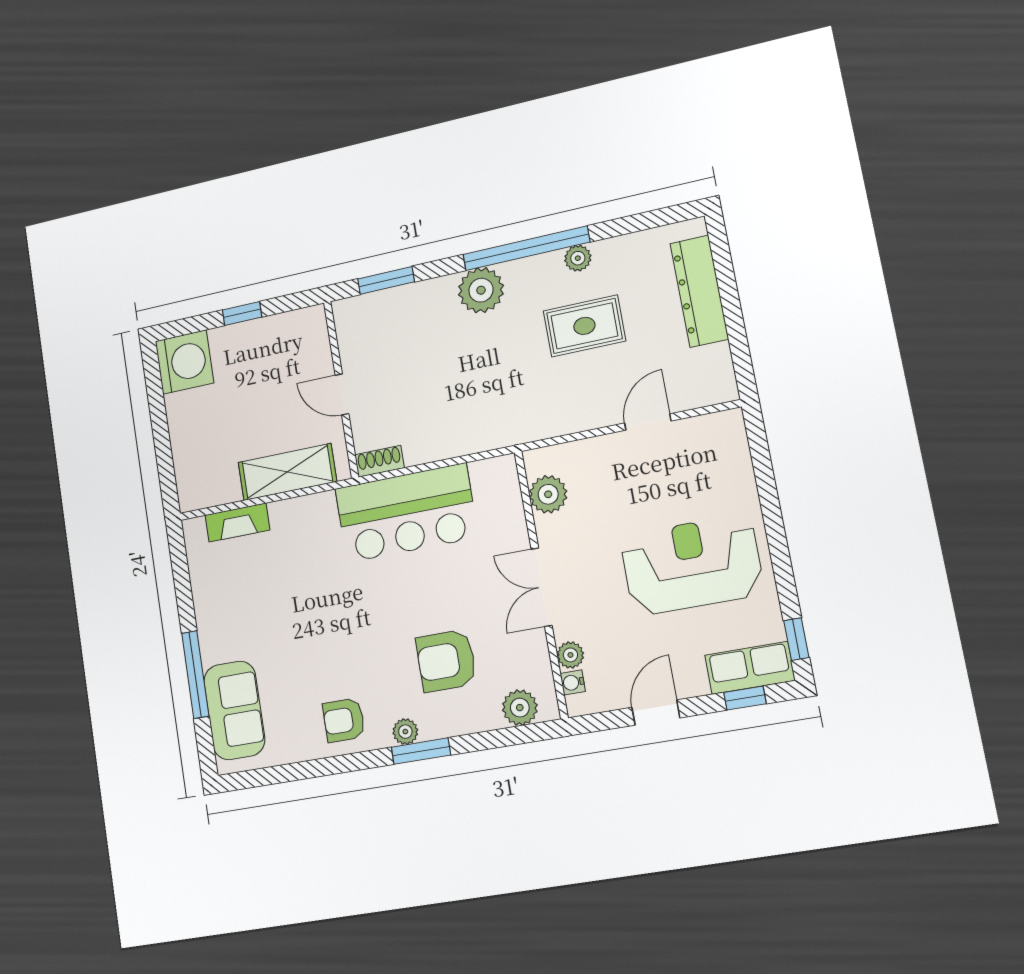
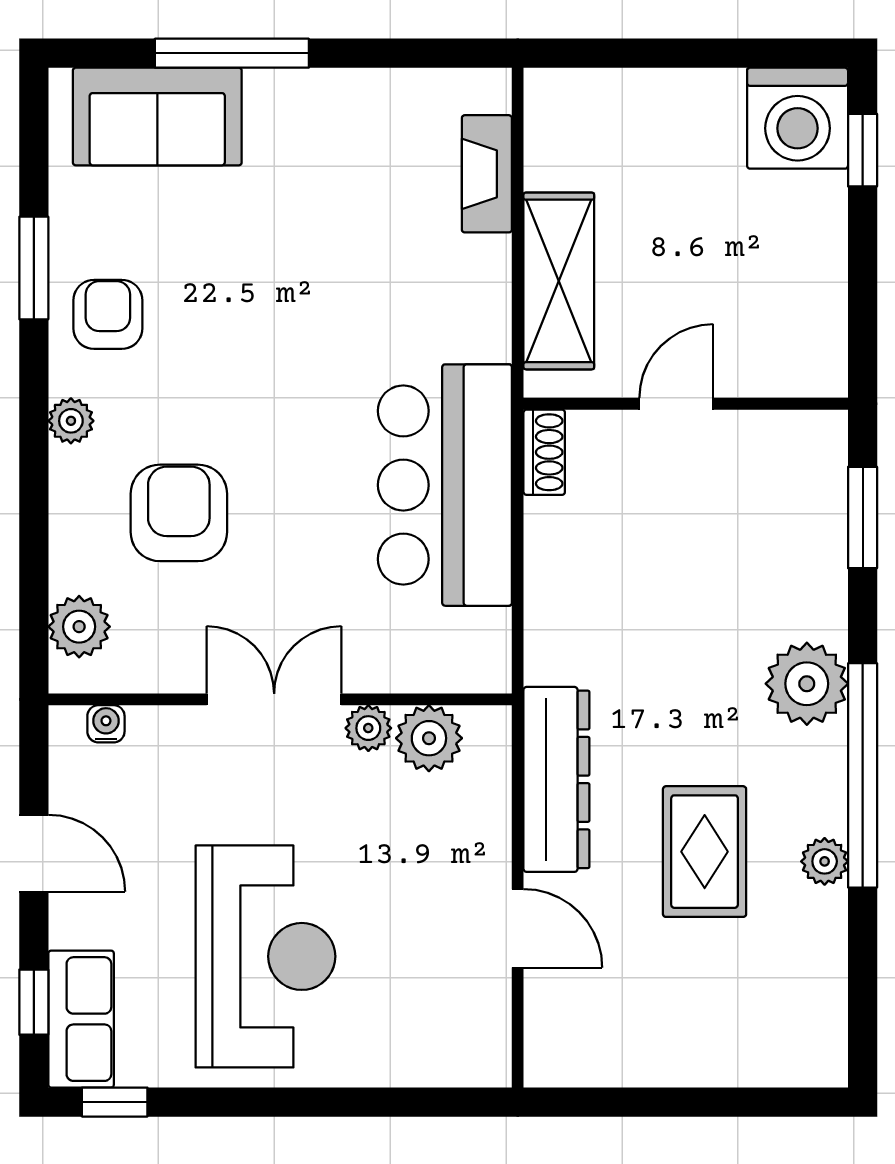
dresser: (699, 291) -> (556, 779), moved, turned 90
window: (242, 313) -> (863, 150), moved
plant: (570, 655) -> (368, 728), moved
window: (421, 751) -> (34, 268), moved

